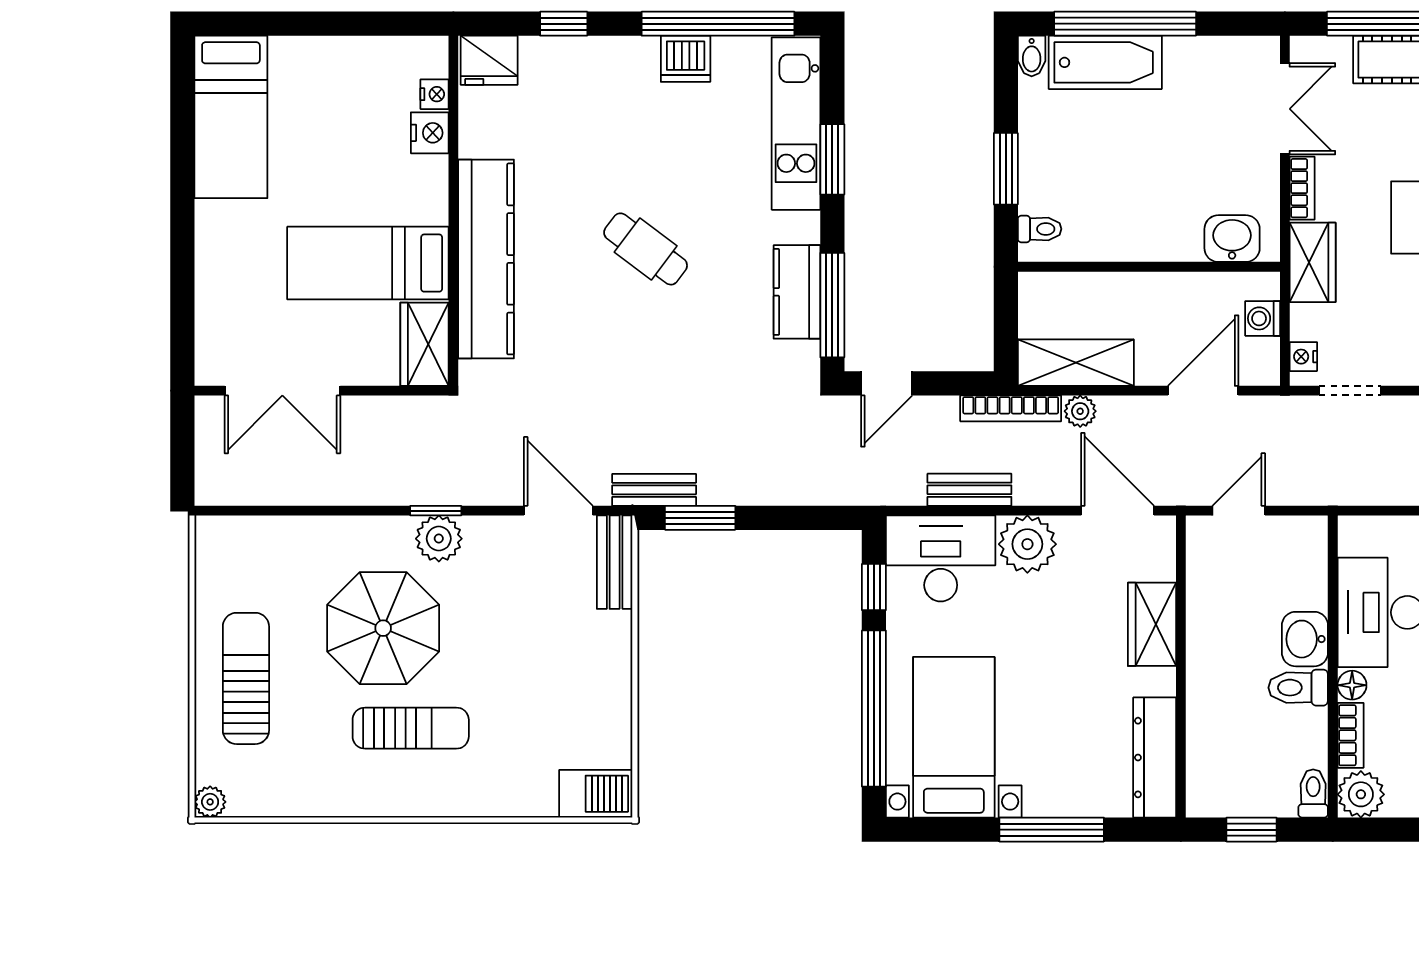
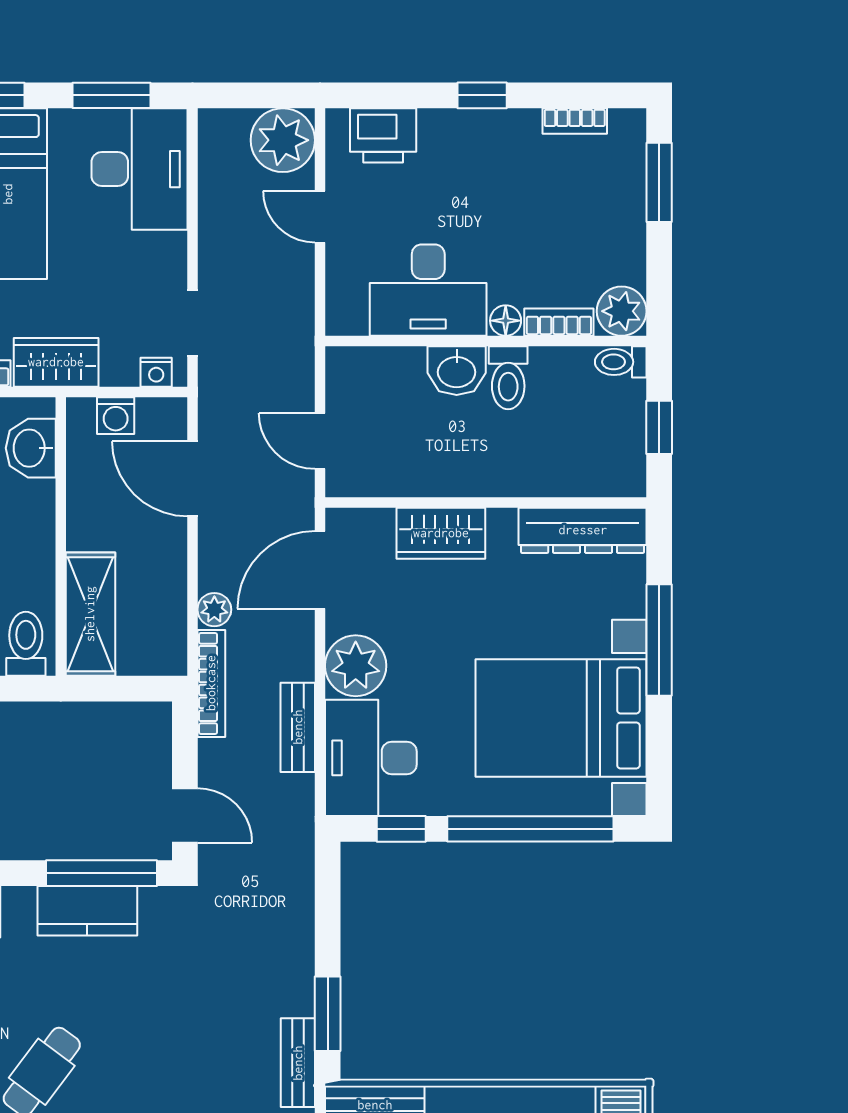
toilet: (1040, 229) -> (26, 644), width x1.37, depth x1.39
shelving: (1076, 363) -> (90, 614), moved
bed with nightstands: (954, 737) -> (561, 718), width x1.36

